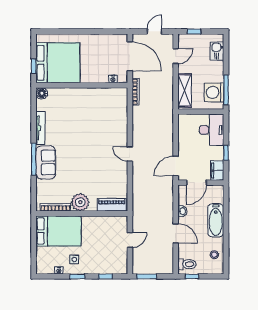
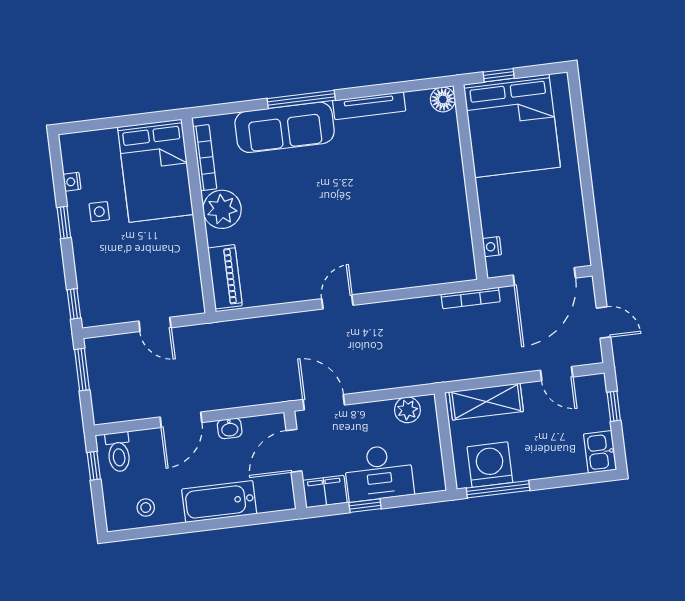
kitchen sink: (217, 51) -> (600, 452), moved, turned -90
plant: (184, 128) -> (407, 410), added
desk: (212, 130) -> (379, 473), moved
sofa: (46, 162) -> (285, 127), width x1.36
door: (196, 183) -> (294, 451), hinge flipped
window: (106, 276) -> (74, 304), moved

